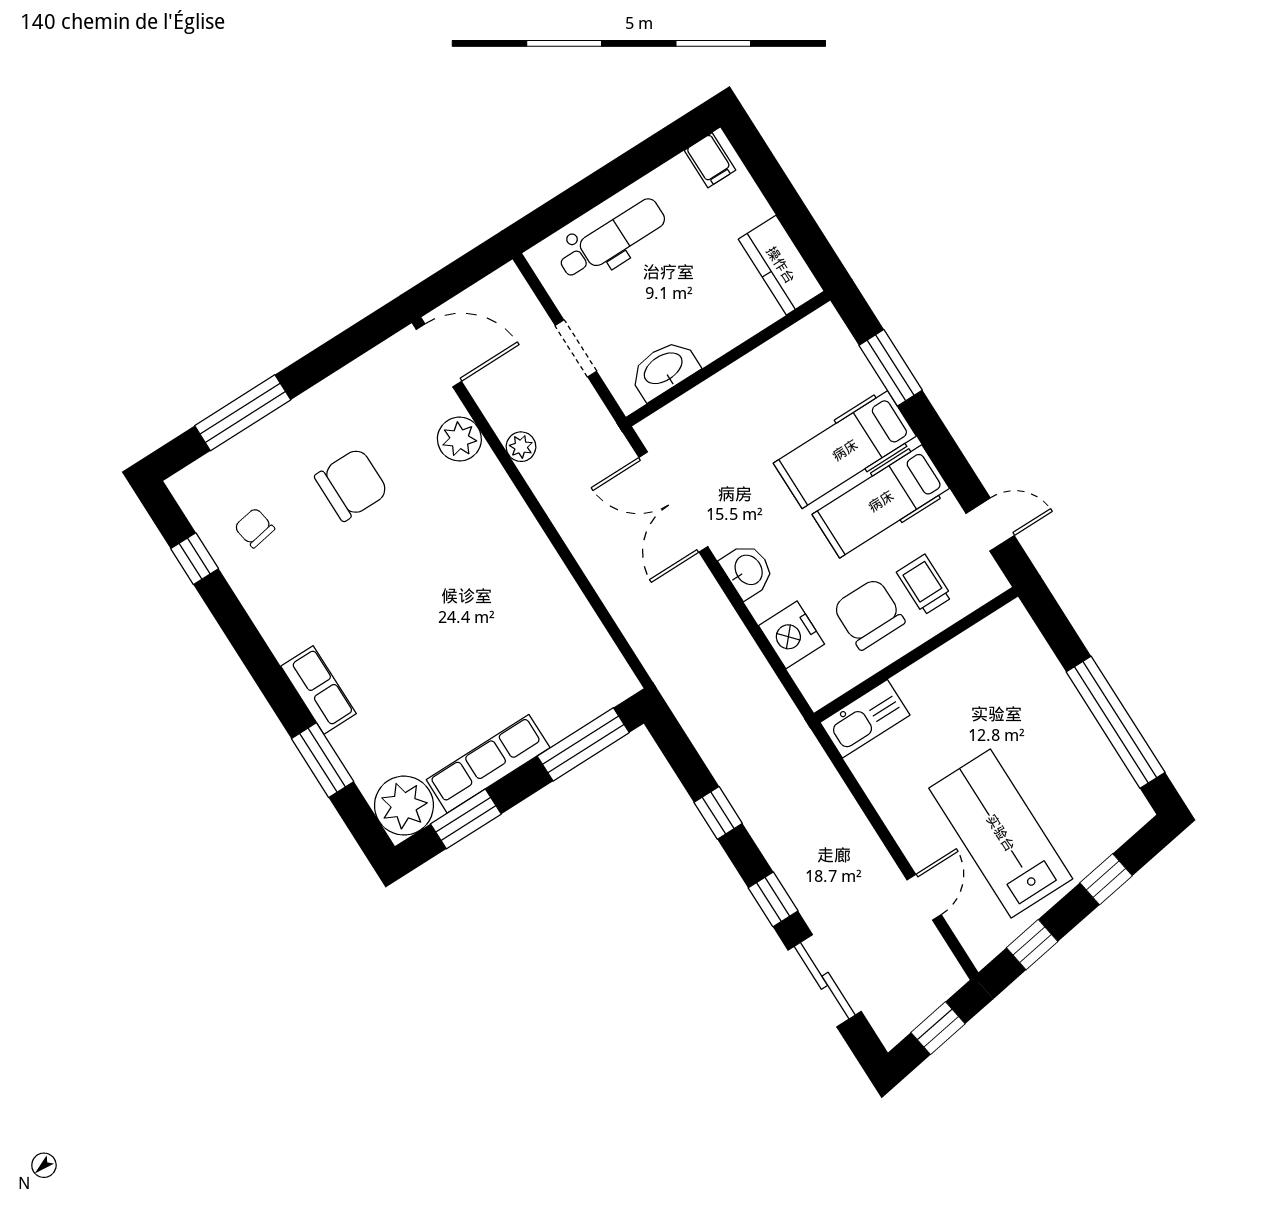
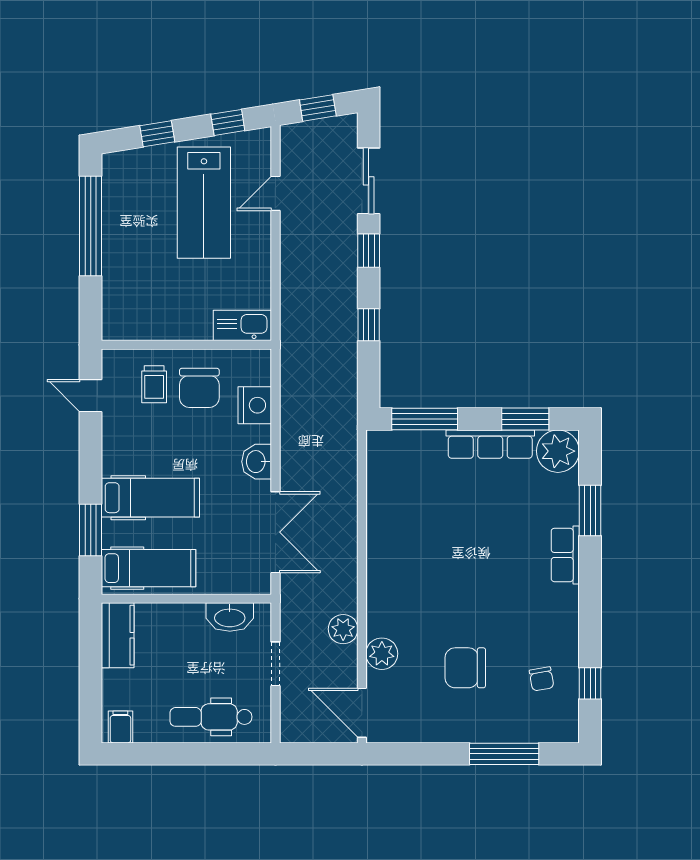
plant: (521, 447) -> (343, 629), width x1.38, depth x1.38
hospital bed: (881, 501) -> (148, 568), moved

